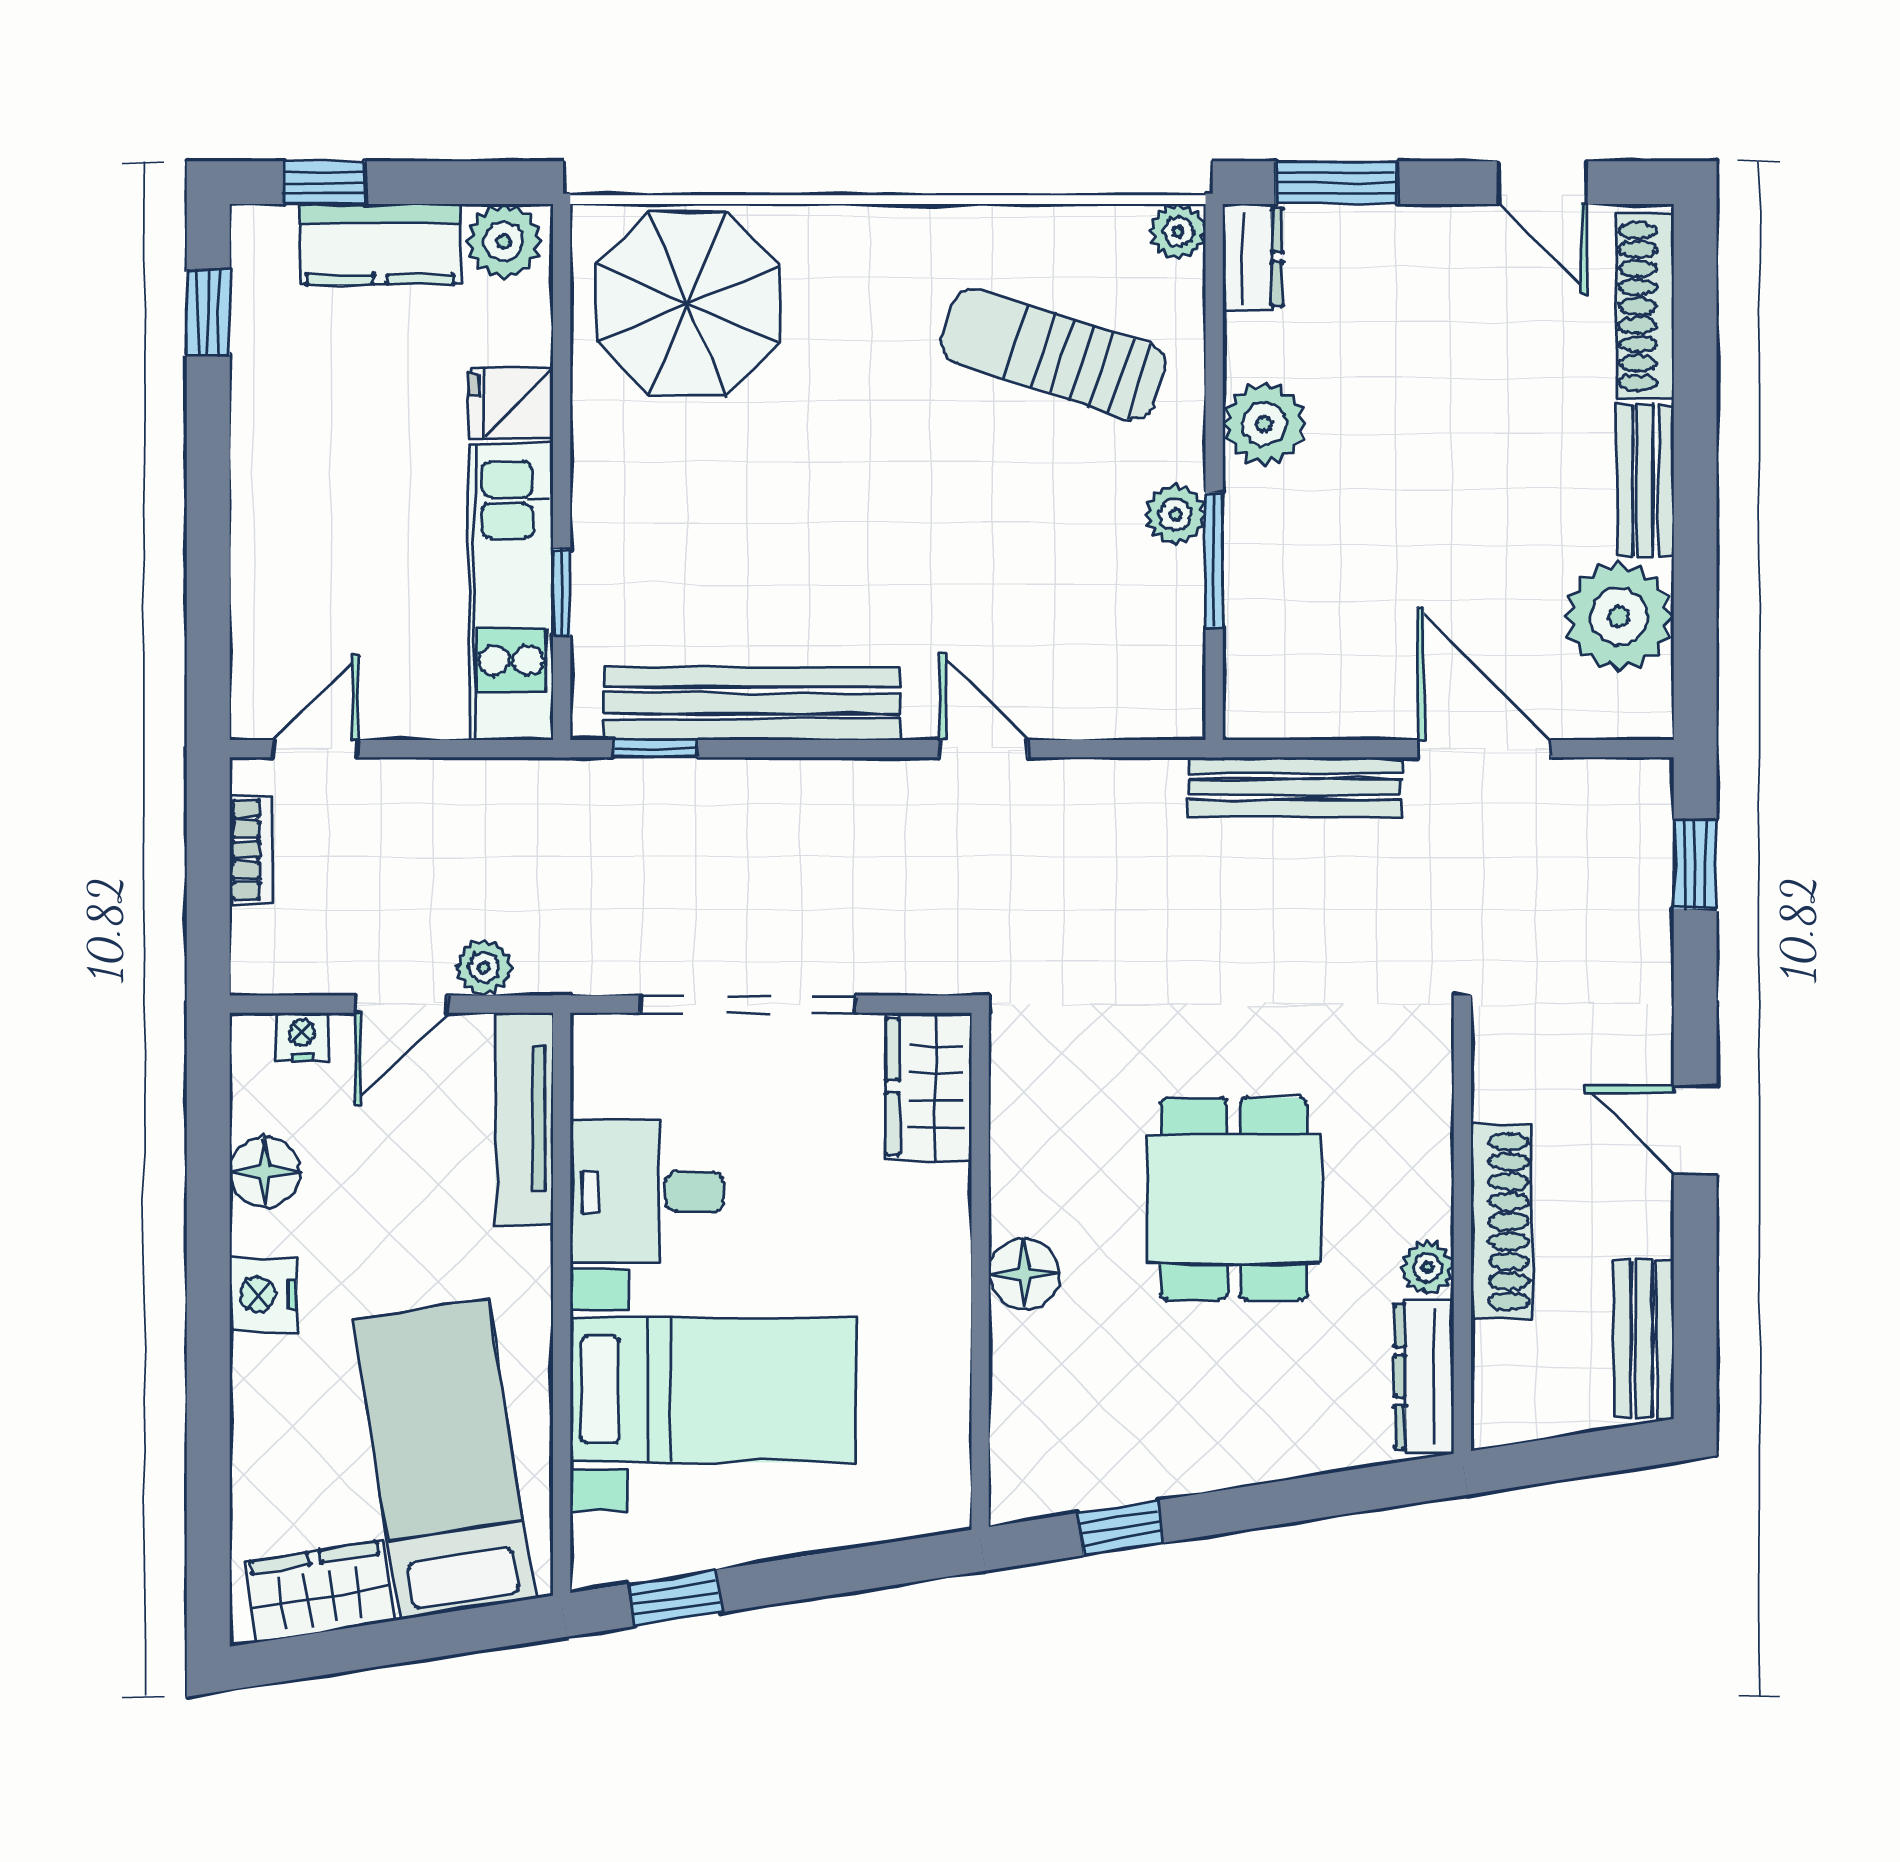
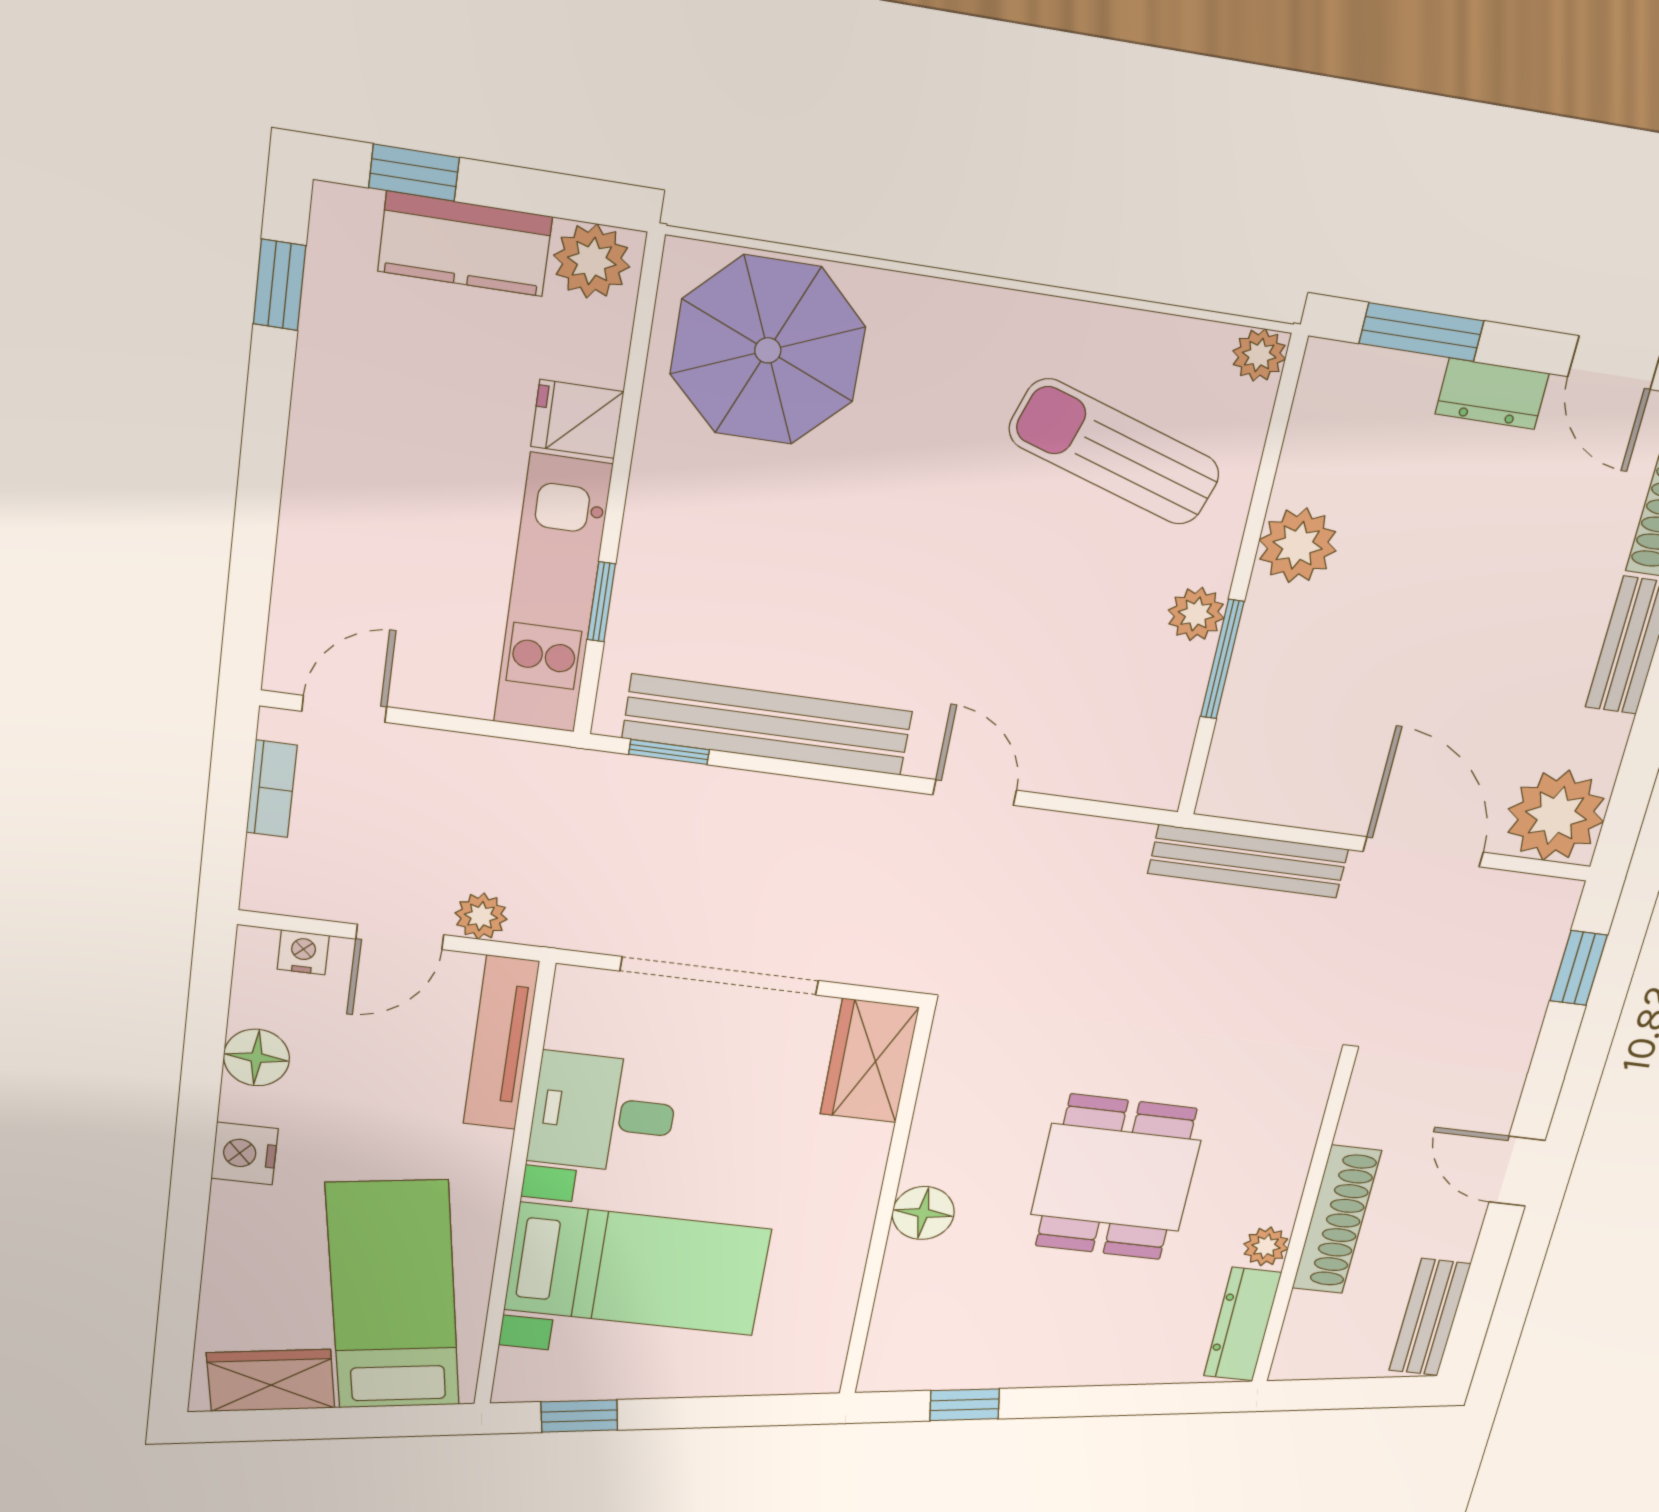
dresser: (1253, 257) -> (1492, 394), moved, turned 90
plant: (1619, 617) -> (1556, 815), moved

